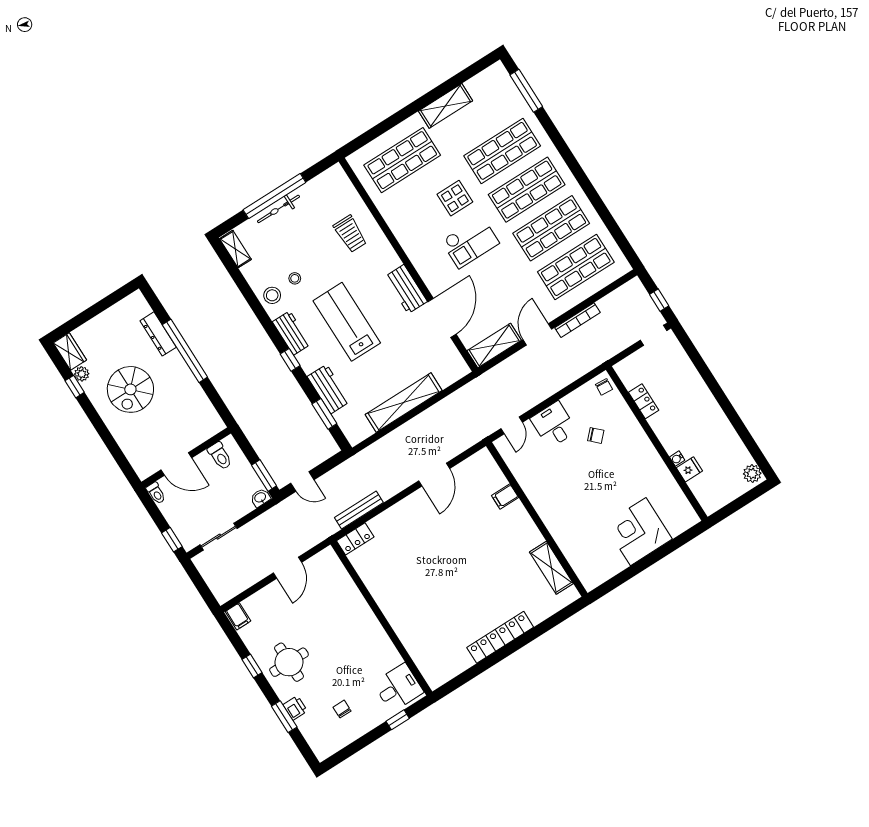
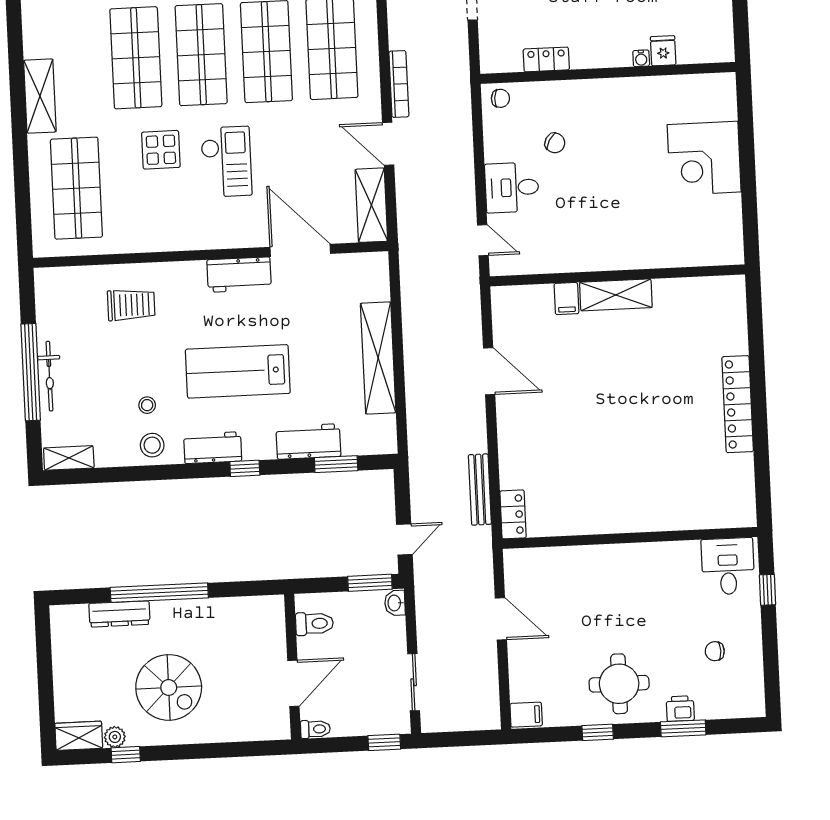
chair: (596, 435) -> (555, 143), turned 76
shelving: (551, 568) -> (616, 295), moved

